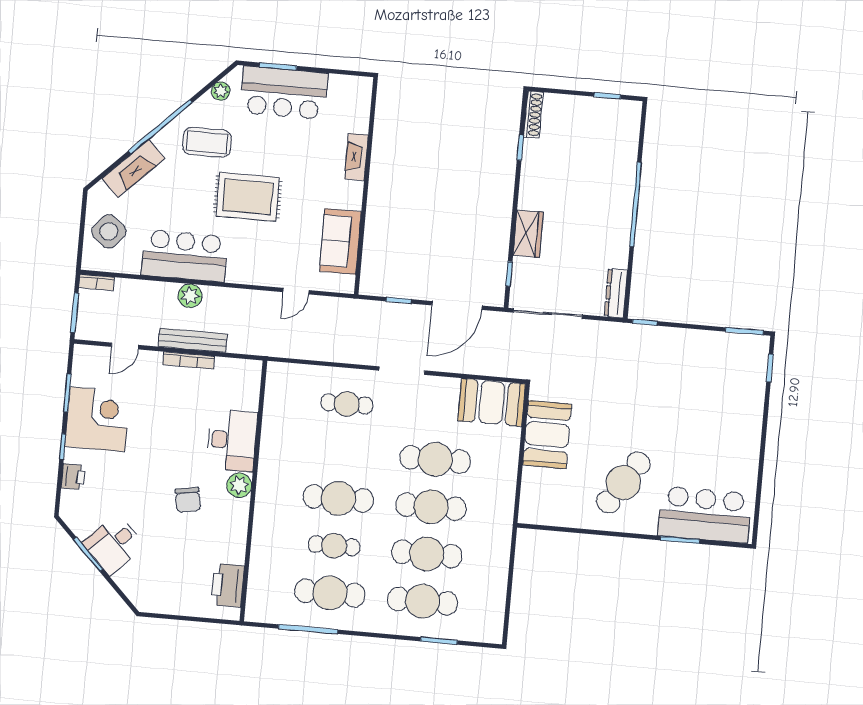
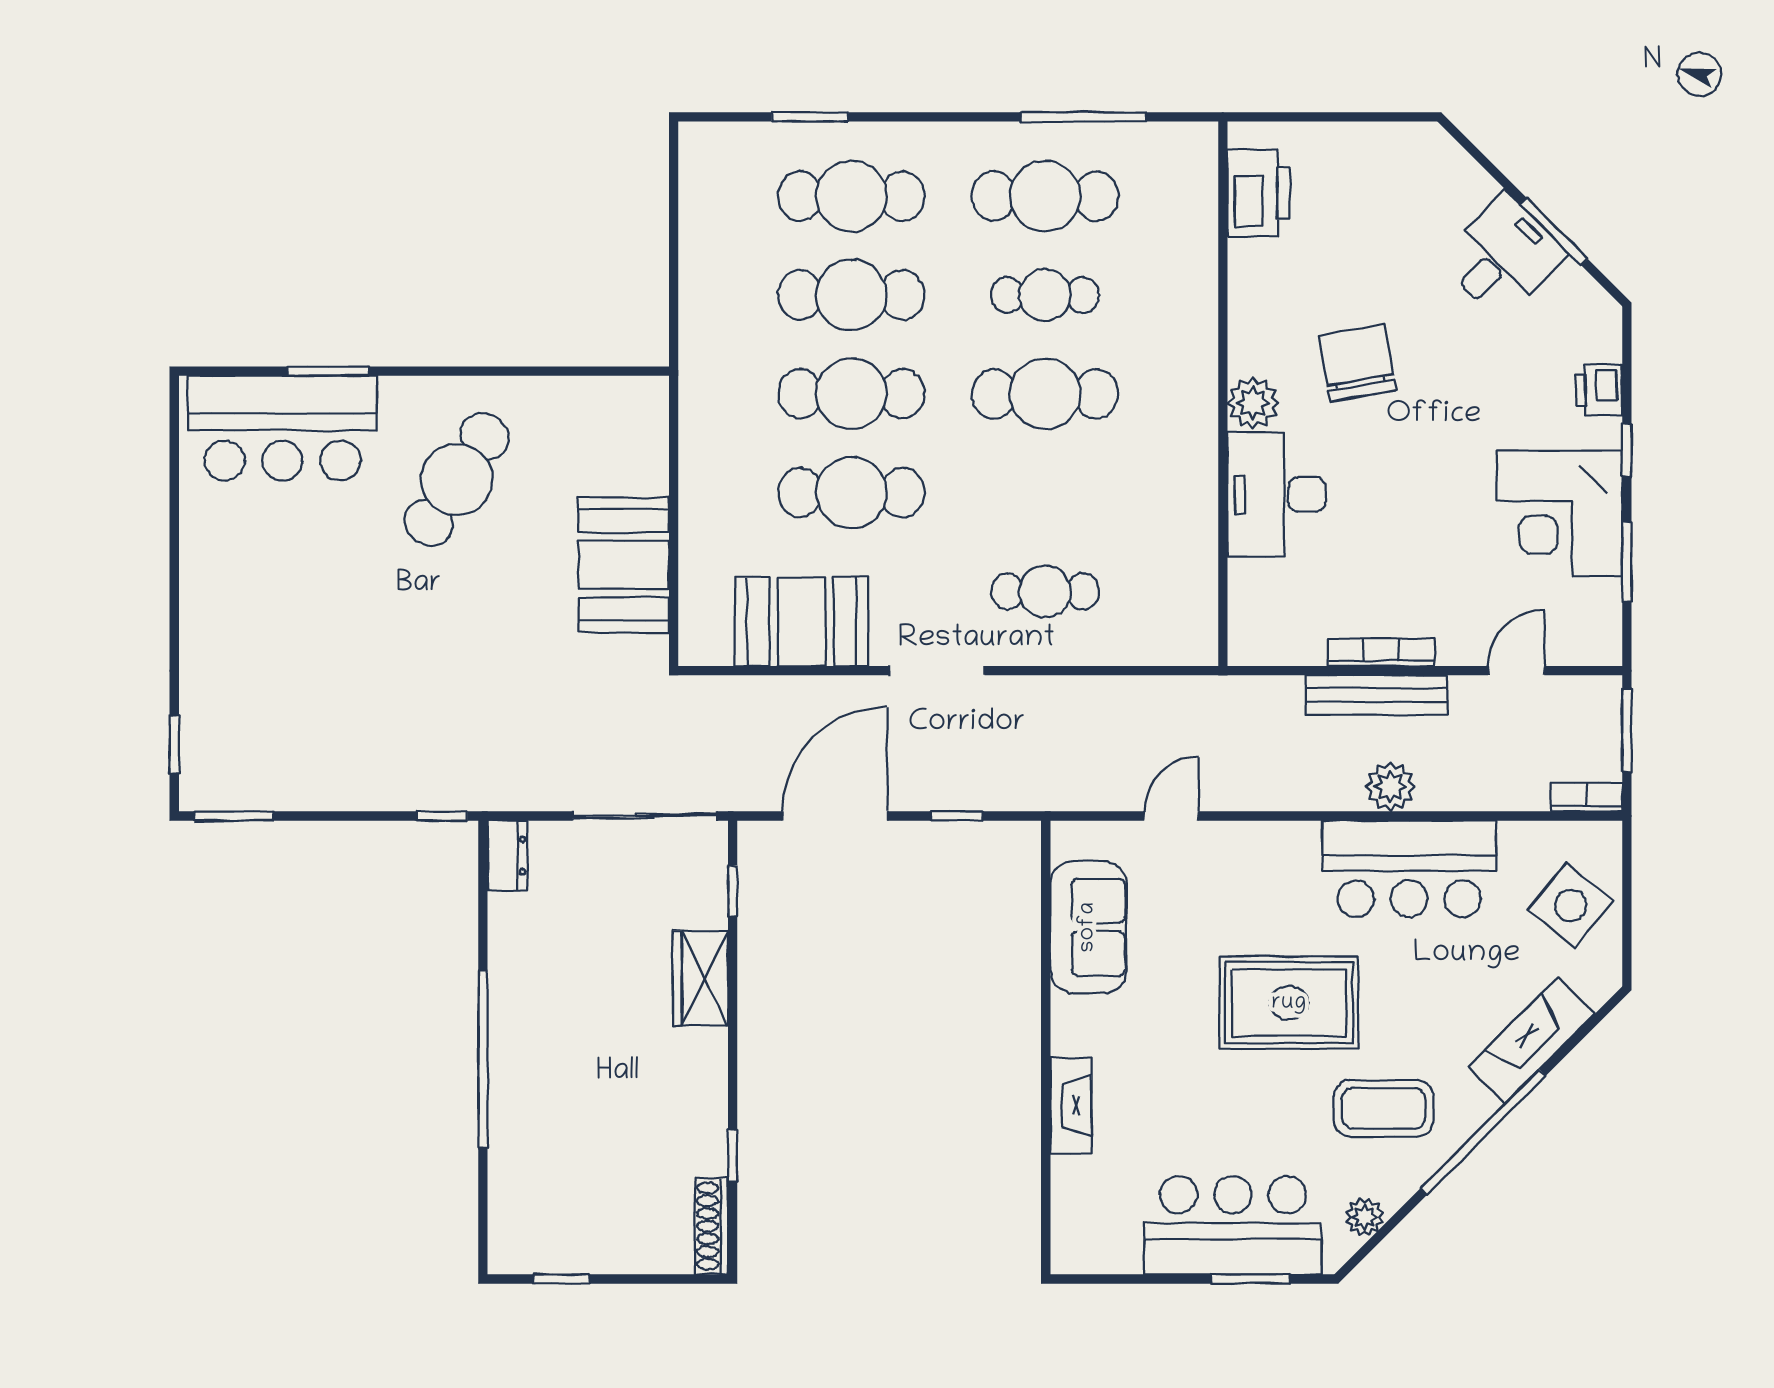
dresser: (616, 293) -> (507, 856), width x0.70
booth: (492, 402) -> (802, 621), moved
chair: (188, 500) -> (1357, 363), width x1.37, depth x1.37

